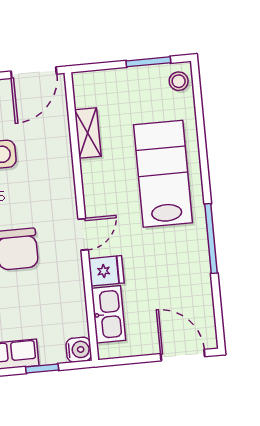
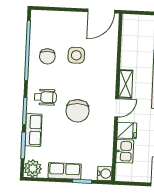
shelving: (88, 133) -> (126, 84), moved
kitchen sink: (108, 314) -> (125, 151), width x0.73

